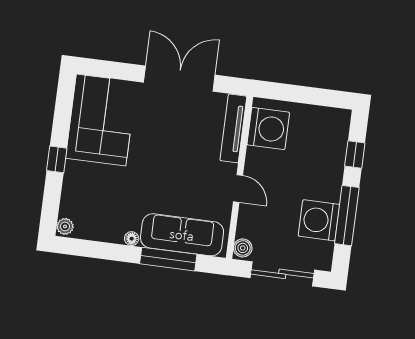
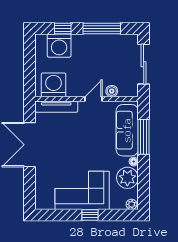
corner sofa: (101, 120) -> (82, 190), moved
washing machine: (319, 220) -> (59, 46), moved
plant: (107, 225) -> (127, 178), added
boiler: (243, 248) -> (112, 91), moved

